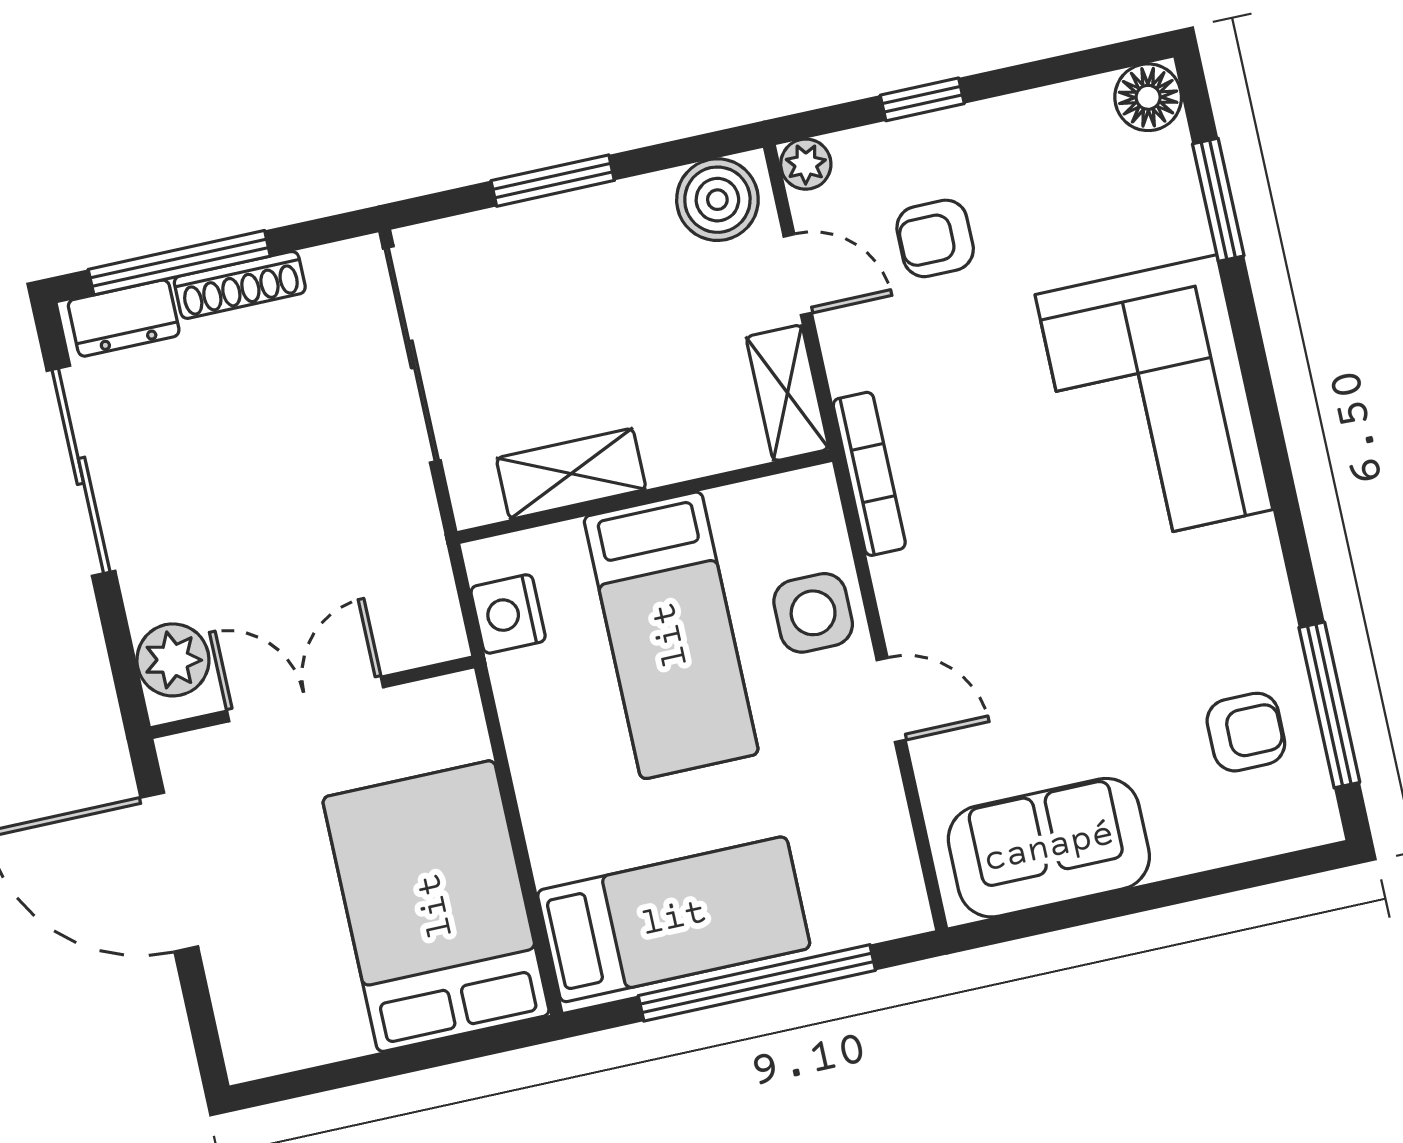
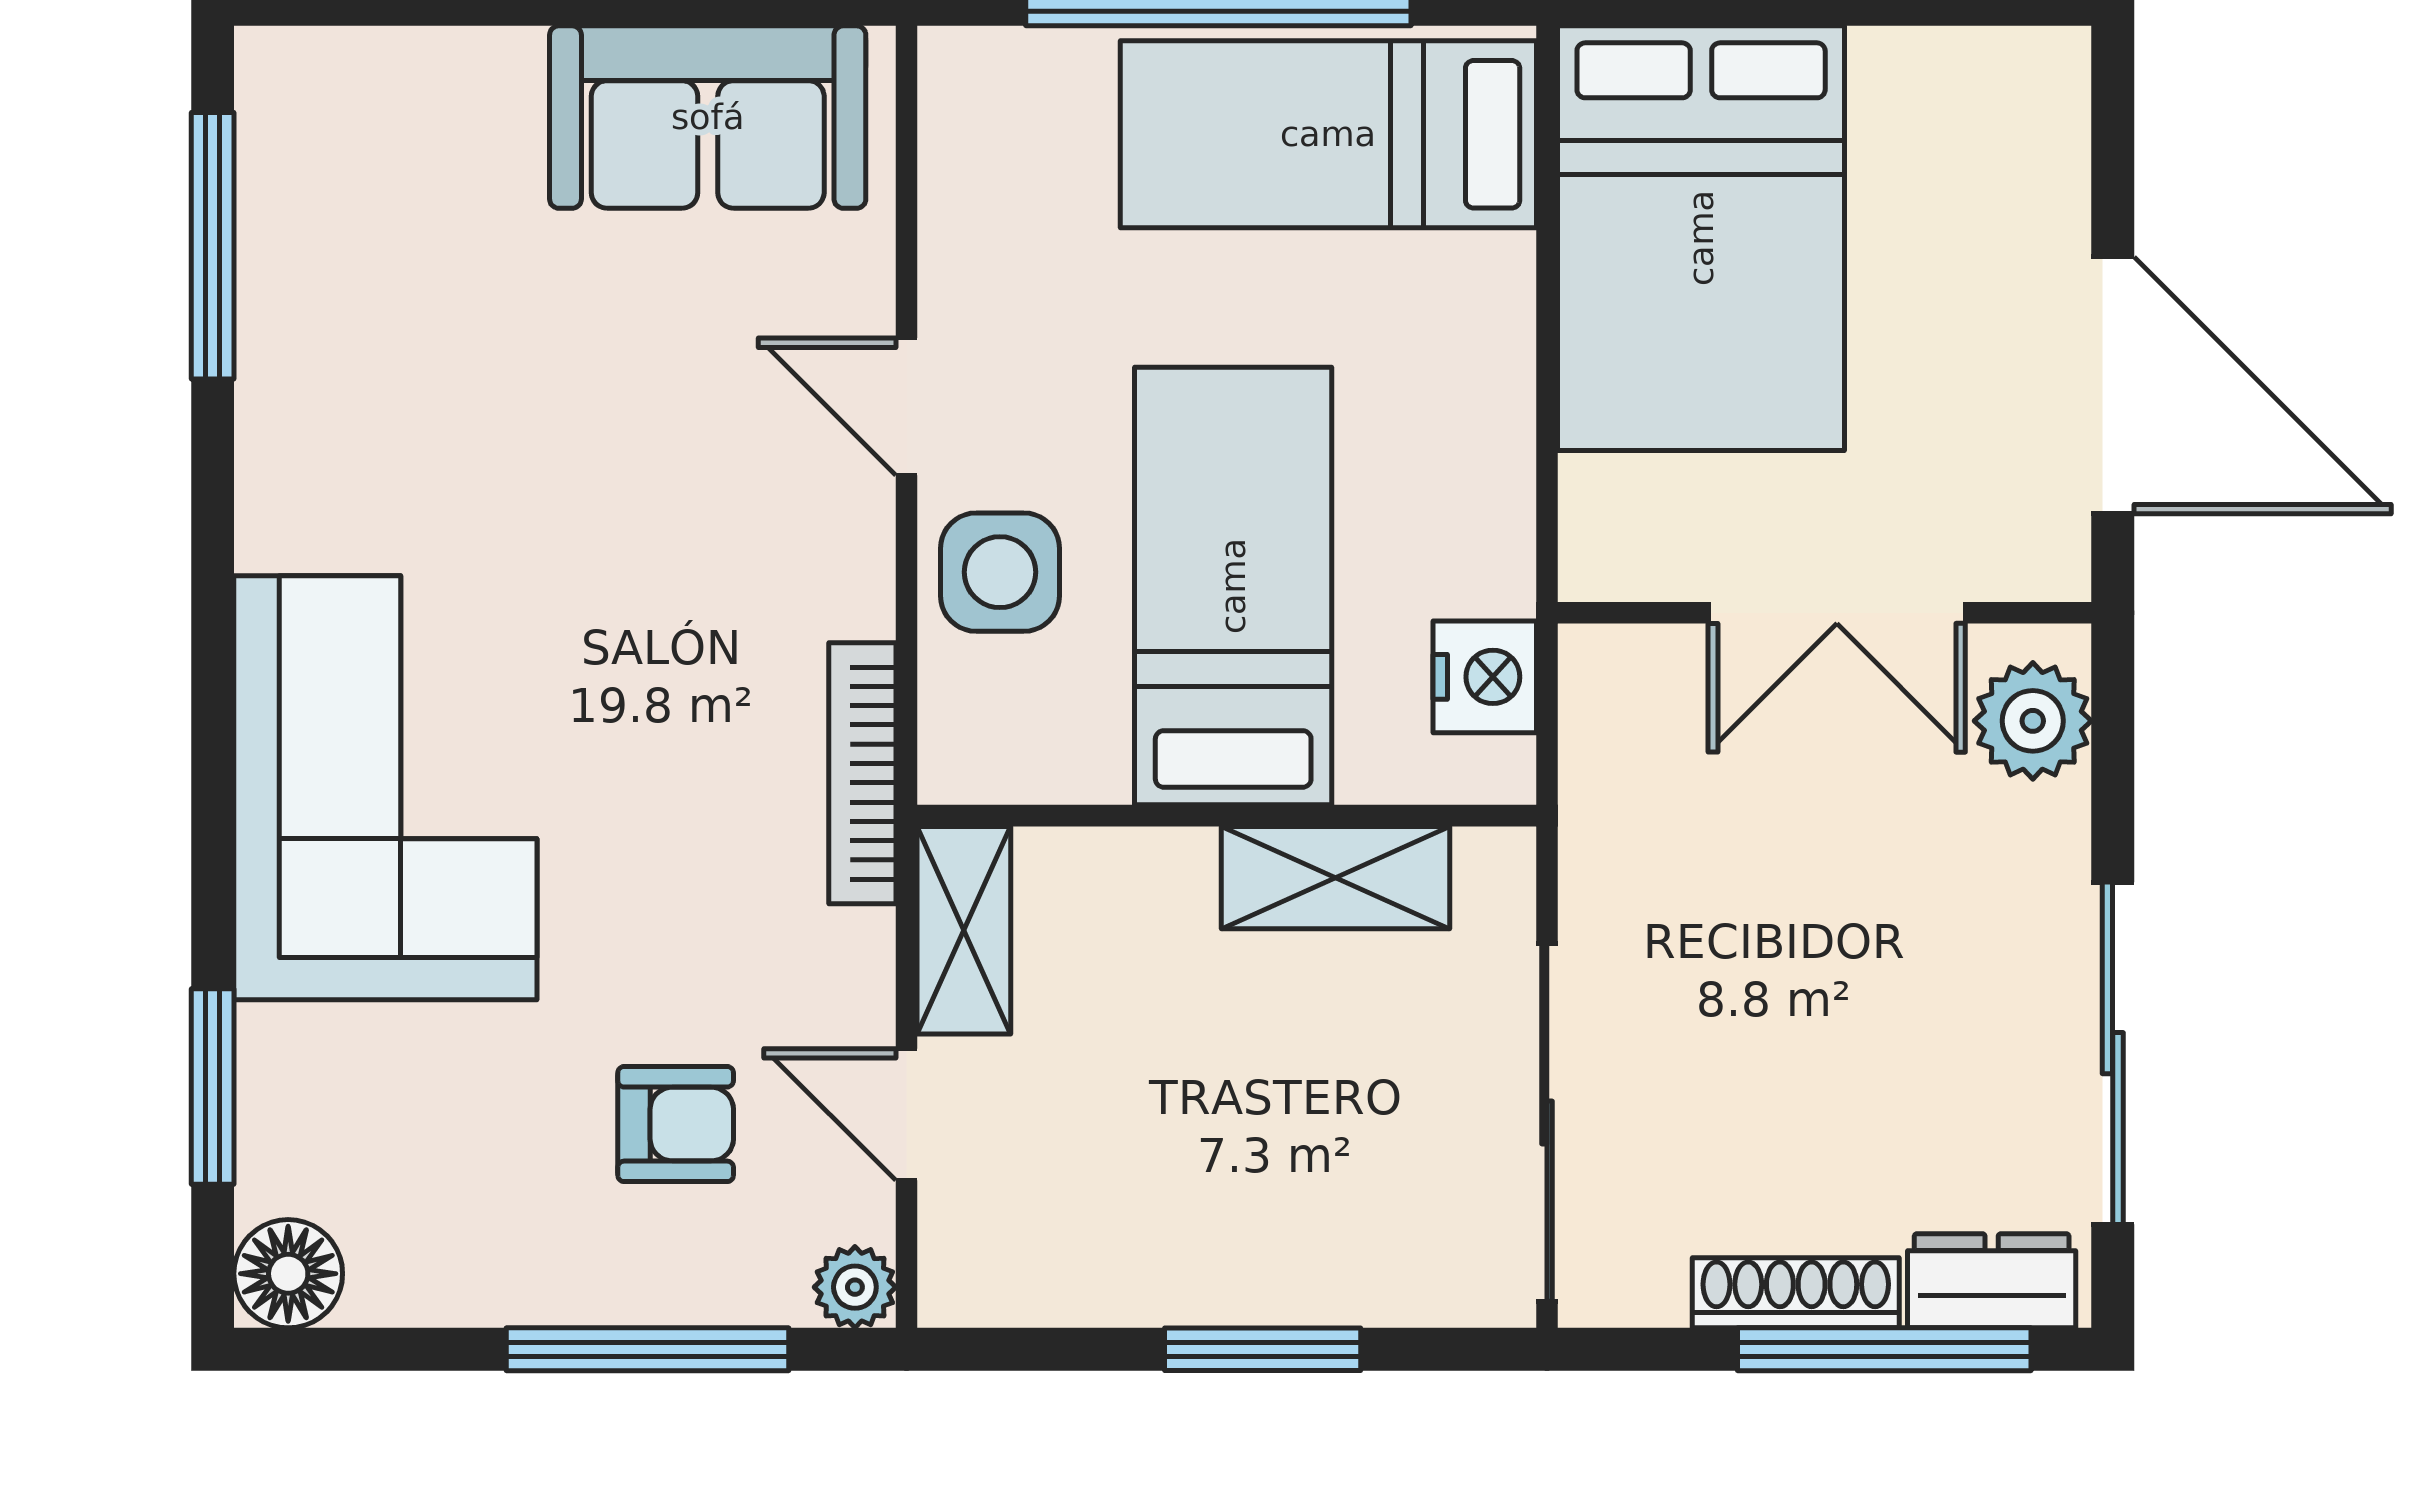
window: (922, 99) -> (648, 1349), width x2.17
boiler: (717, 200) -> (1008, 1262), removed
armchair: (1246, 732) -> (355, 232), removed

